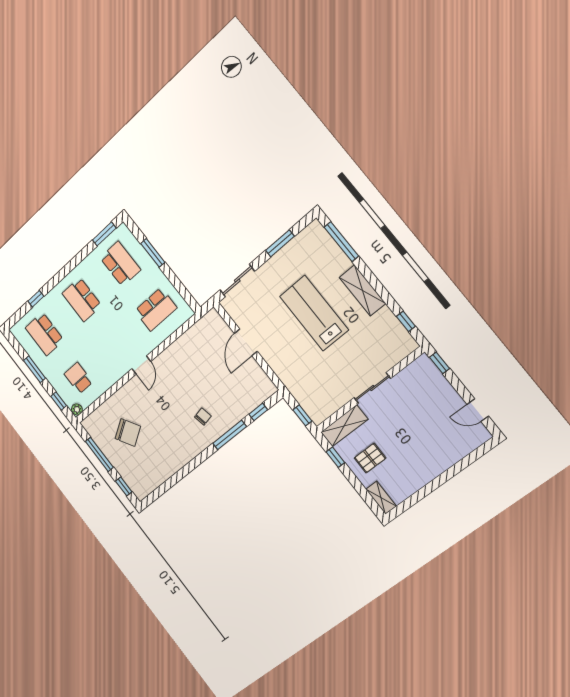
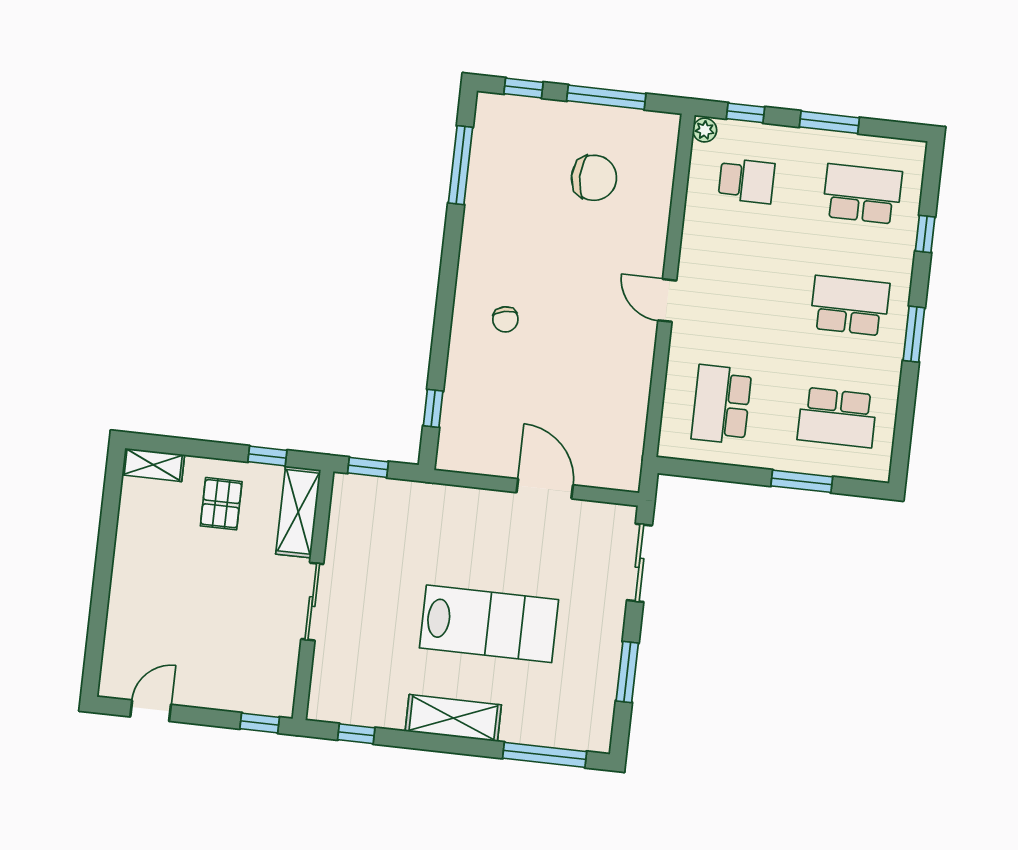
window: (104, 234) -> (914, 334), moved
chair: (128, 432) -> (594, 178), turned -148
window: (230, 435) -> (460, 165), moved

